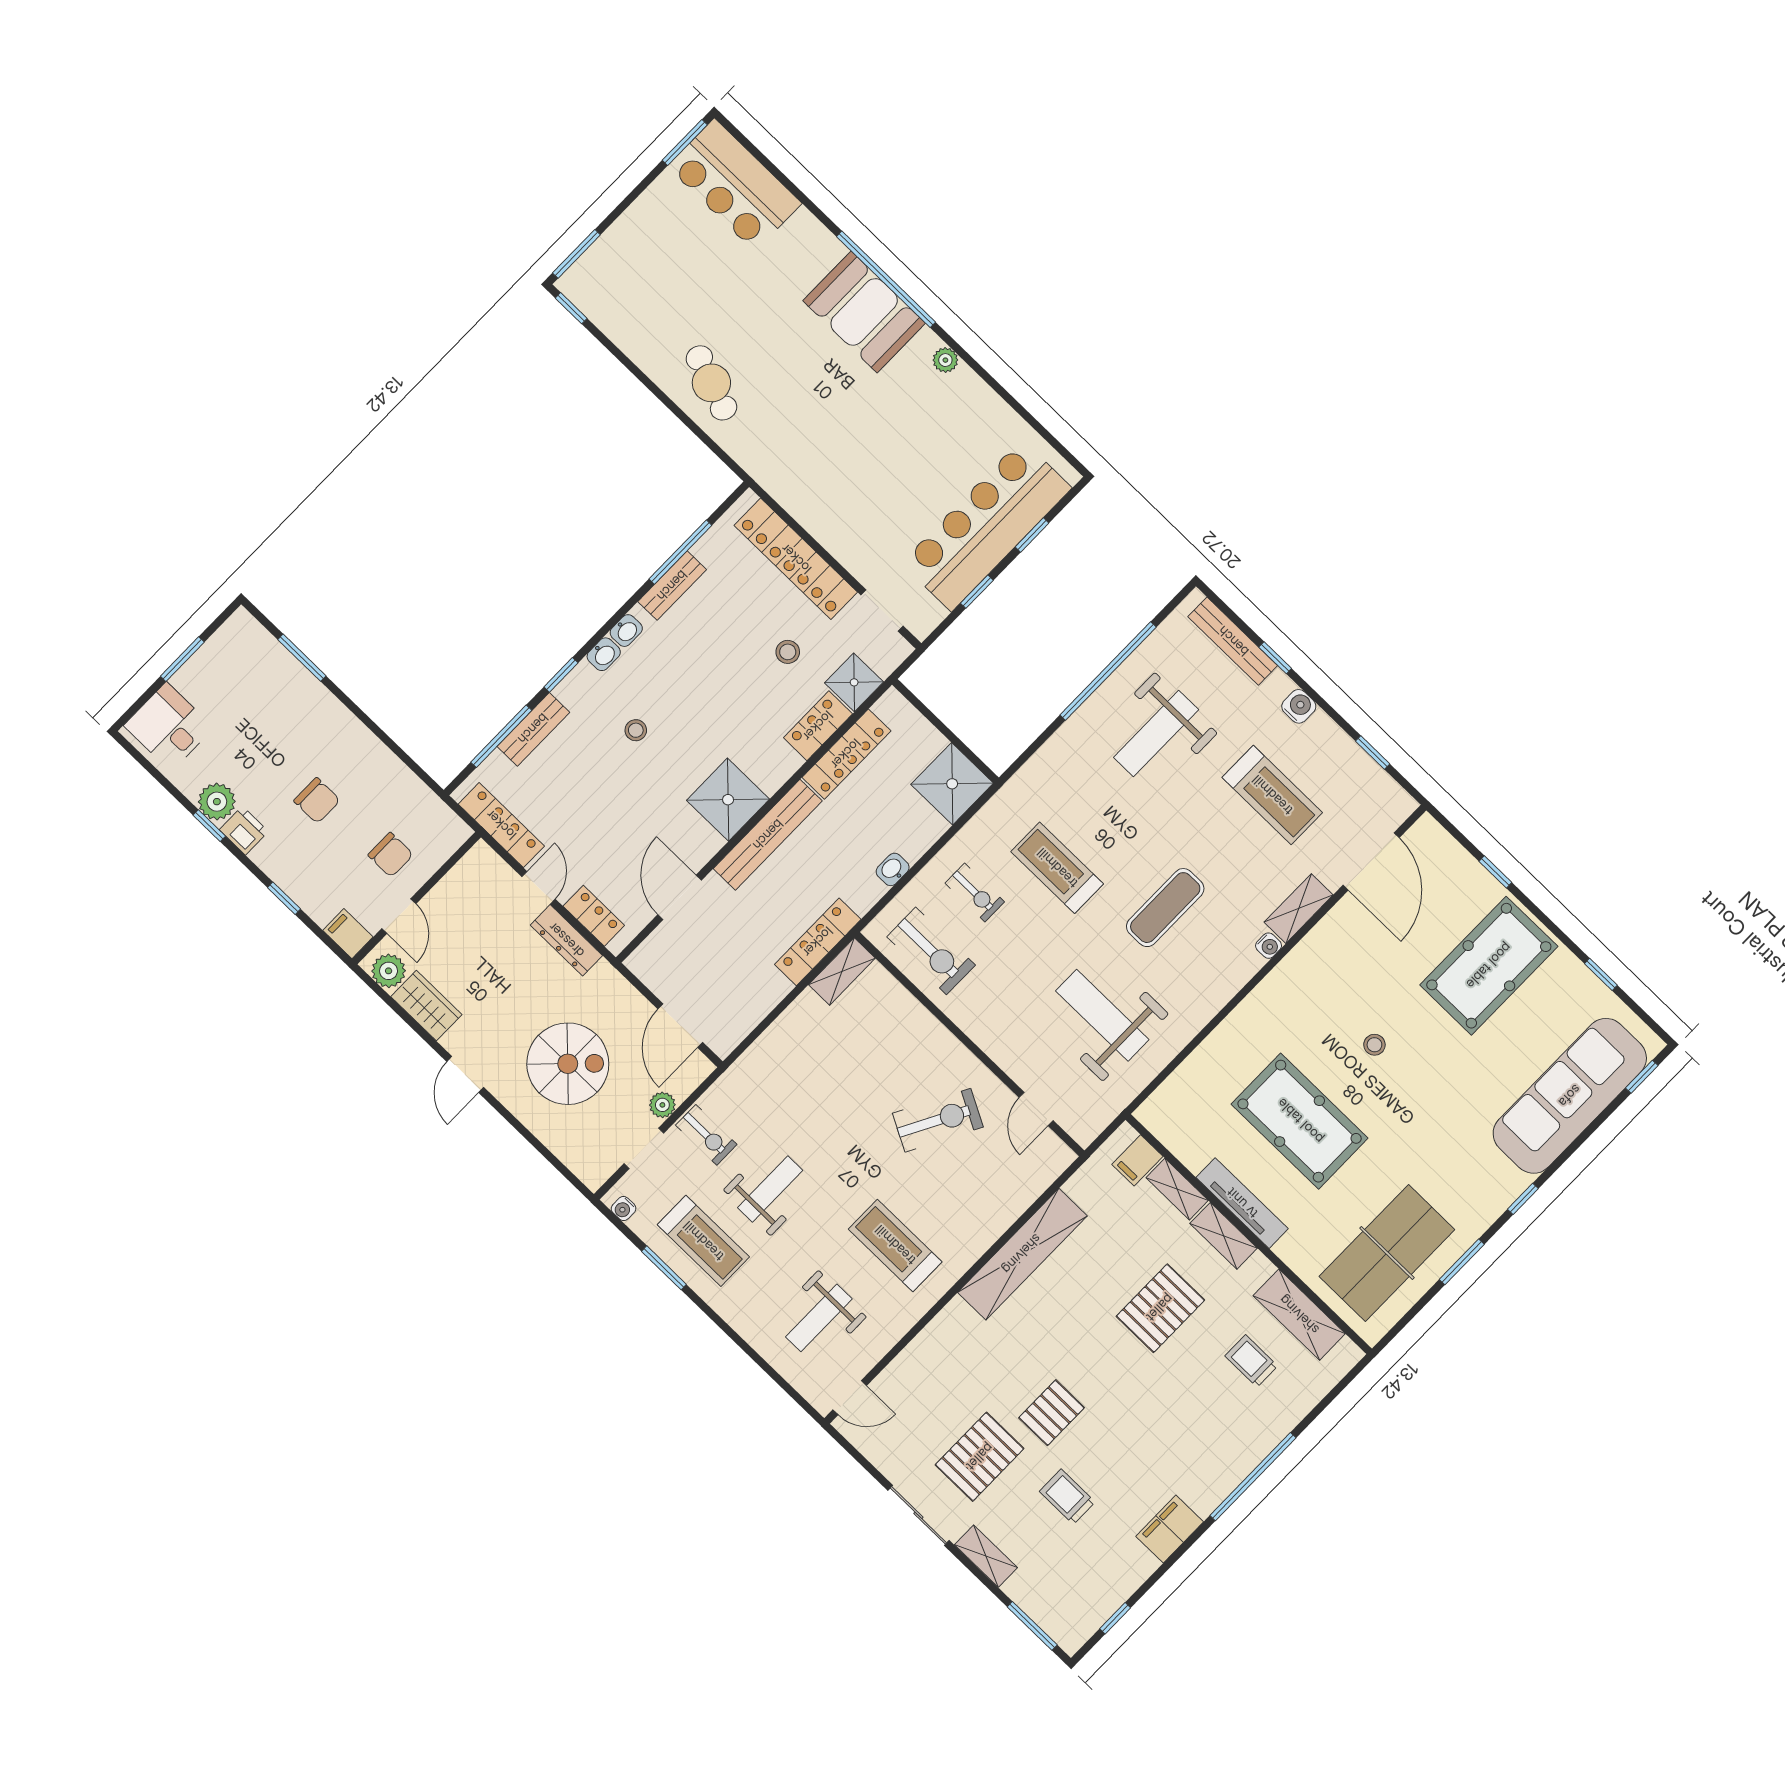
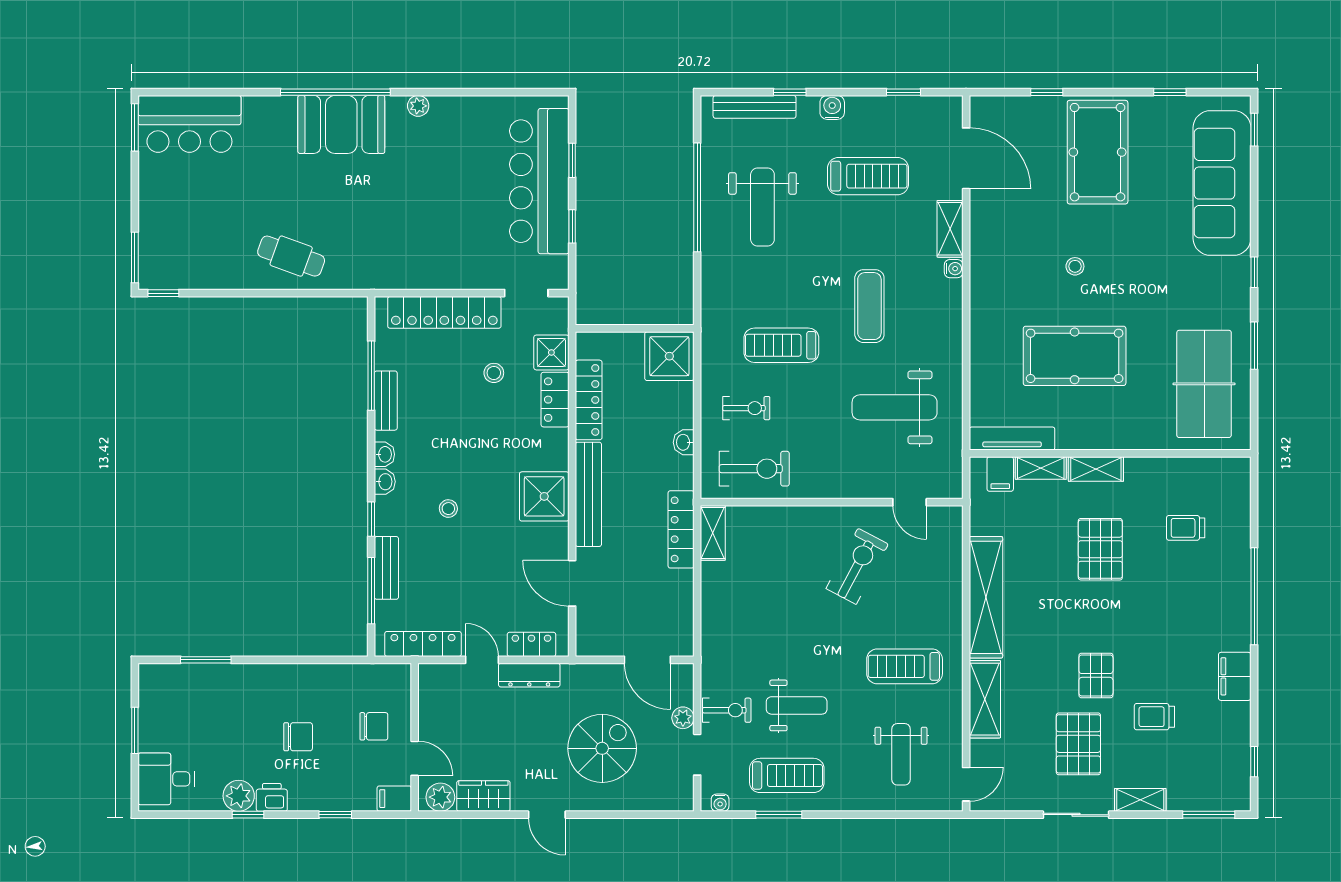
weight bench: (770, 1189) -> (797, 705), turned 90
tv unit: (1242, 1203) -> (1012, 439), moved
shelving: (1299, 1315) -> (985, 699), moved, turned 90

